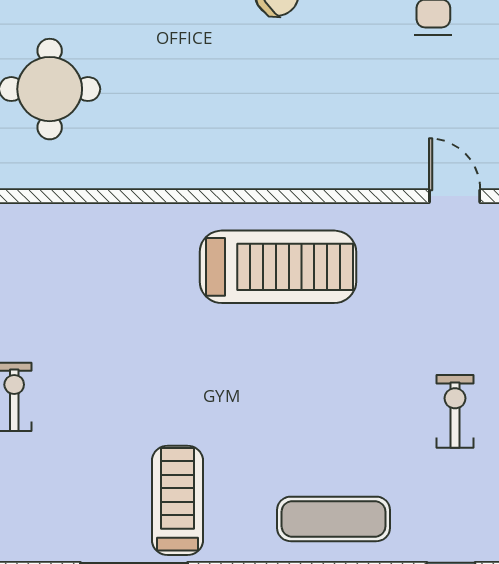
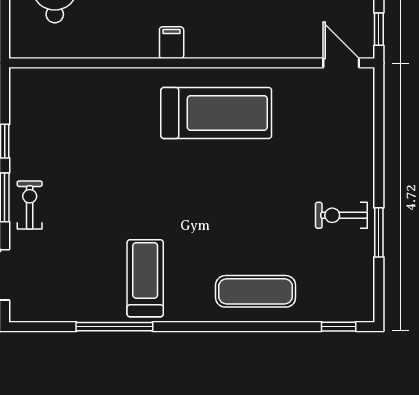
filing cabinet: (215, 167) -> (172, 43), added
exercise bike: (455, 411) -> (341, 215), turned -90

